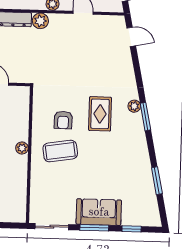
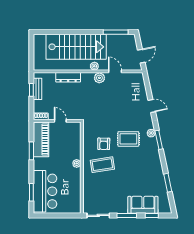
plant: (40, 21) -> (99, 78), moved
door: (131, 37) -> (152, 106), moved
rug: (100, 114) -> (128, 139), turned 90
sofa: (99, 212) -> (143, 205), moved

